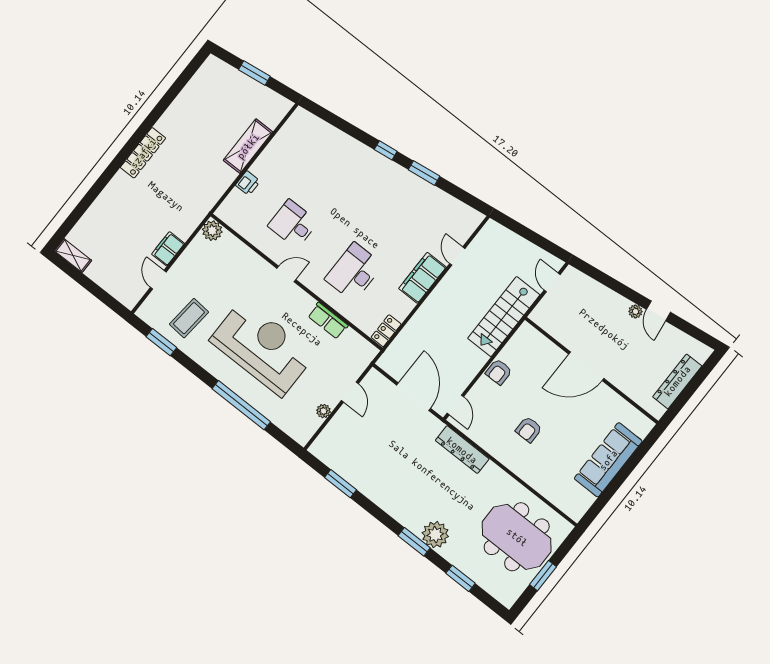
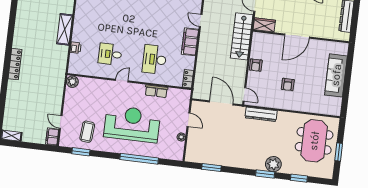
filing cabinet: (168, 249) -> (52, 137), moved
wardrobe: (548, 320) -> (264, 25), added
meeting table: (517, 537) -> (314, 141), turned 90

